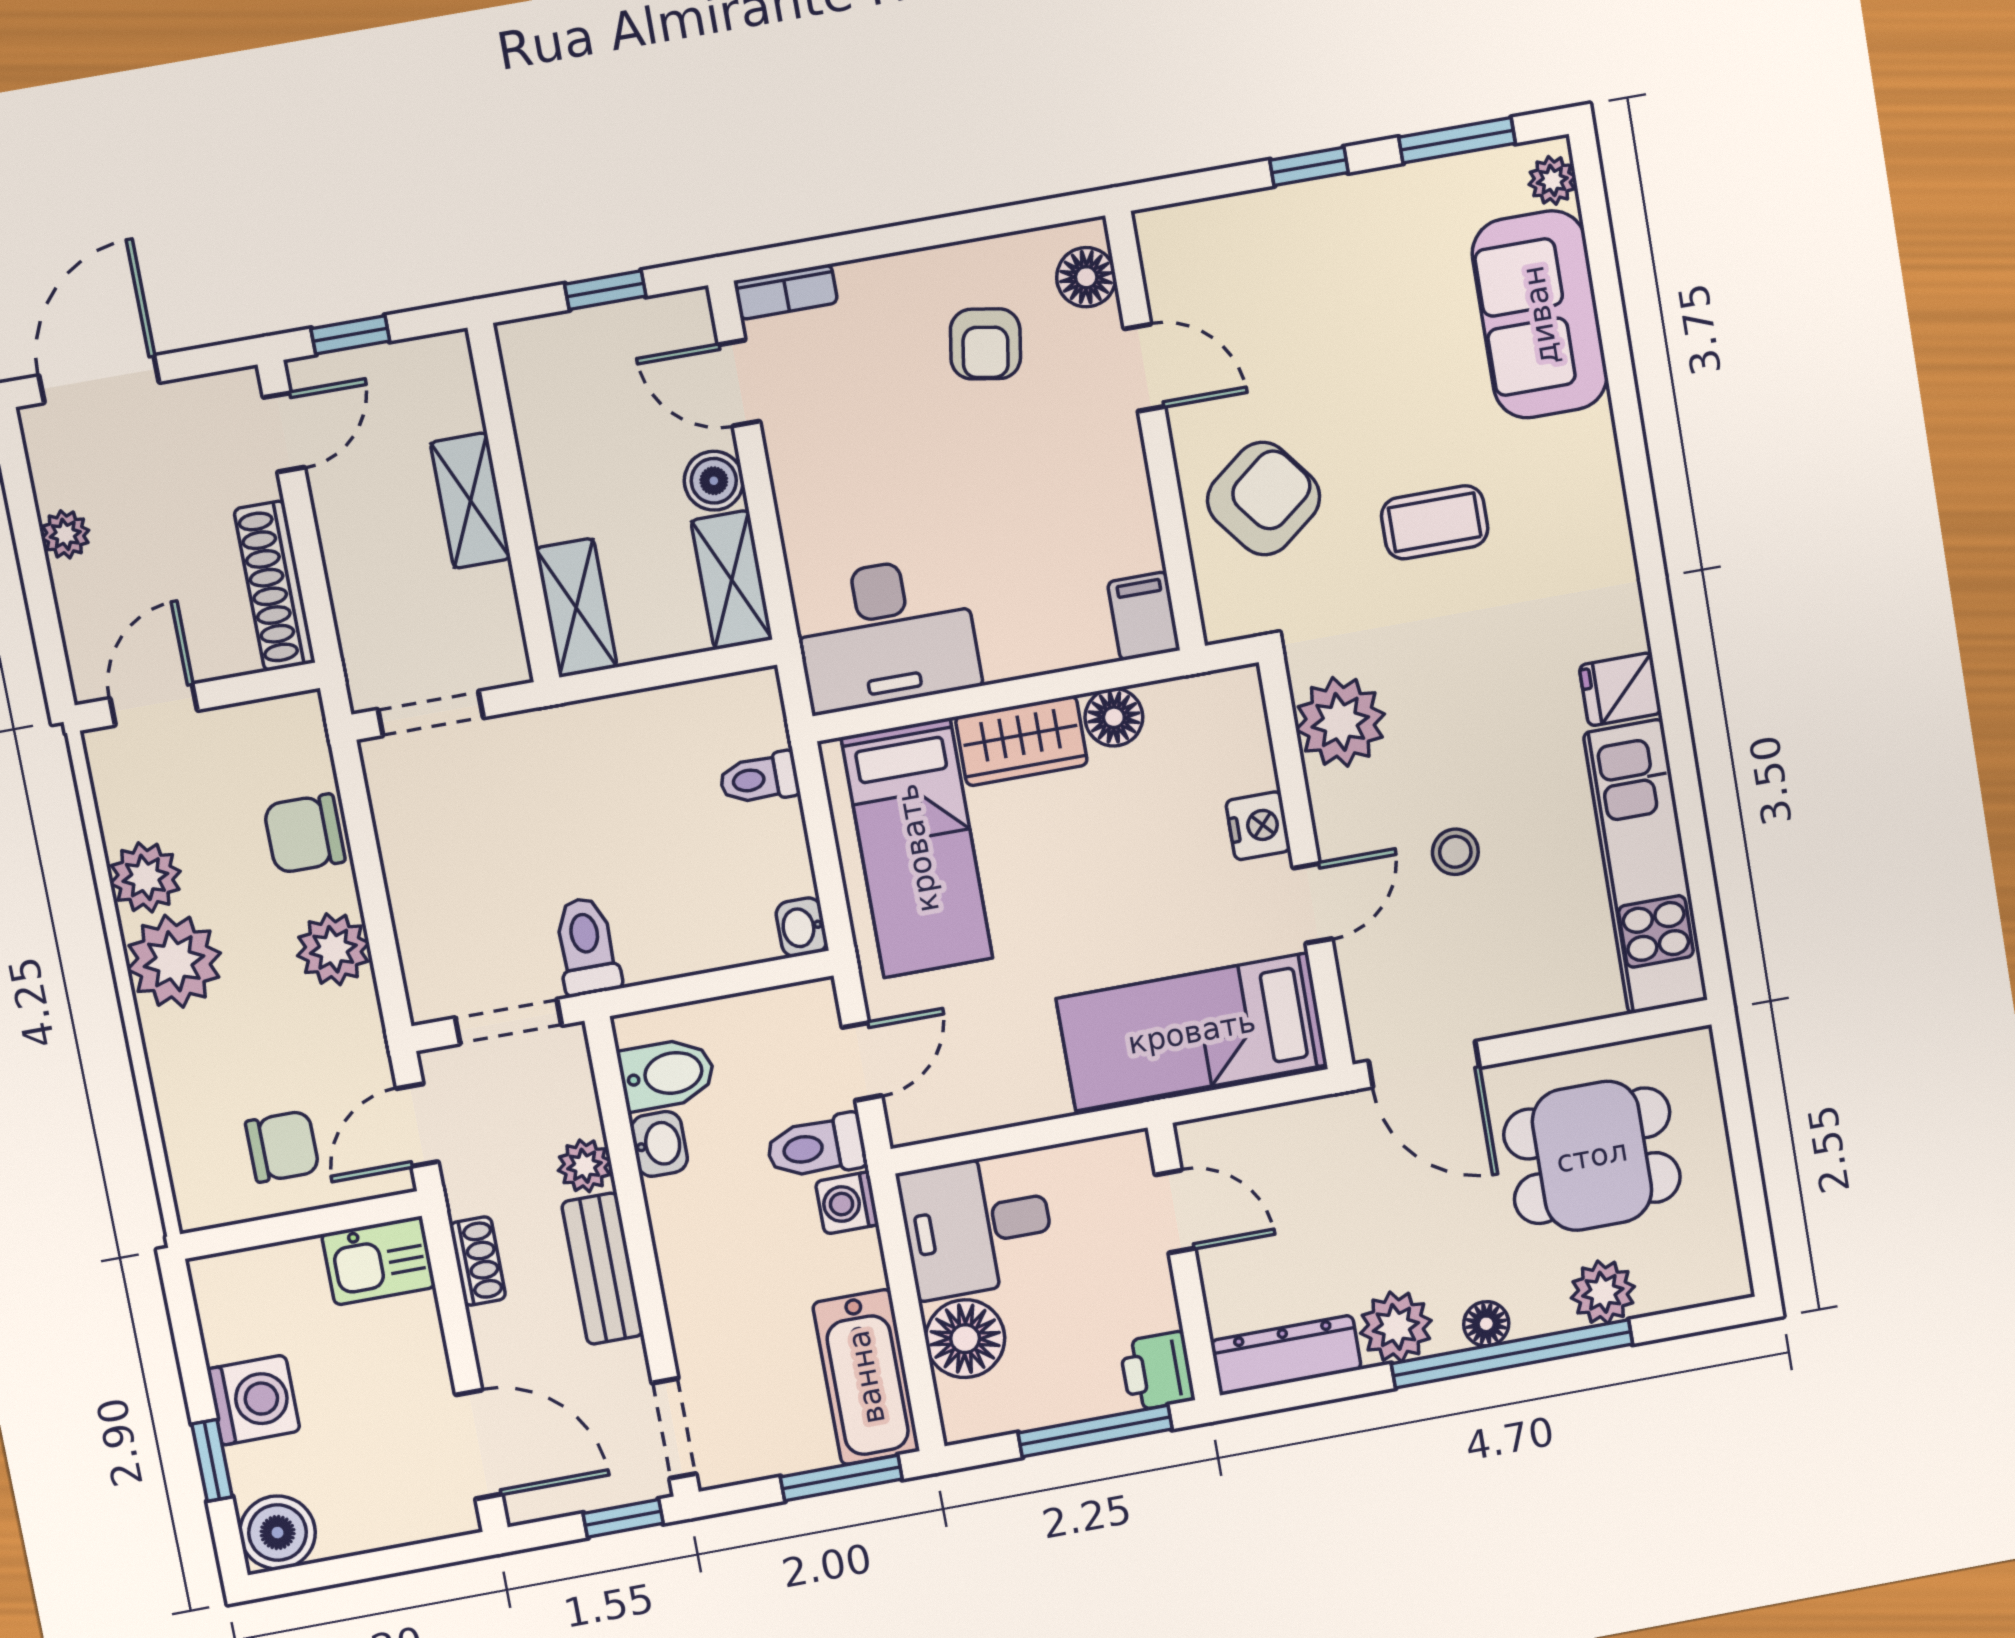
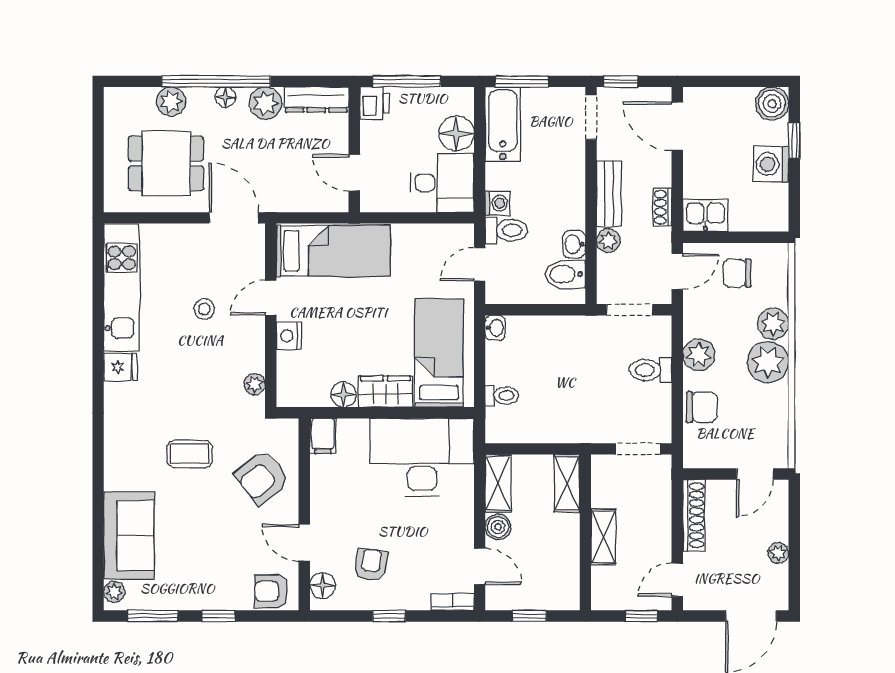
window: (924, 234) -> (389, 616), added
armchair: (1200, 244) -> (271, 591), added
desk: (886, 634) -> (422, 457), width x1.36, depth x1.30
plant: (1340, 722) -> (255, 384), width x0.53, depth x0.53
plant: (145, 877) -> (773, 324), moved
toilet: (587, 946) -> (651, 370), moved, turned 90

